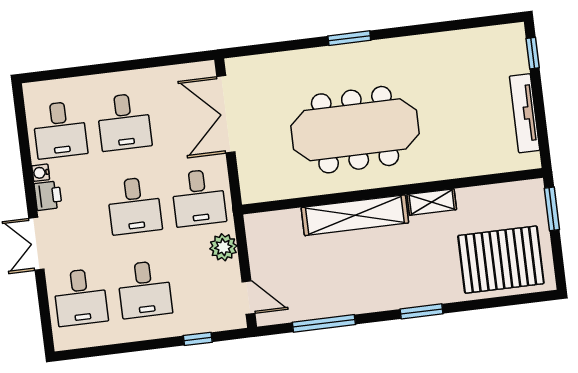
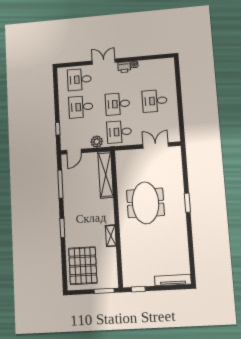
window: (533, 53) -> (138, 289), moved
tv unit: (525, 113) -> (173, 280), moved
double door: (226, 114) -> (156, 145), width x0.73
desk: (60, 130) -> (153, 73), removed
meeting table: (355, 130) -> (145, 203), width x0.73
shelving: (355, 215) -> (106, 175), moved

